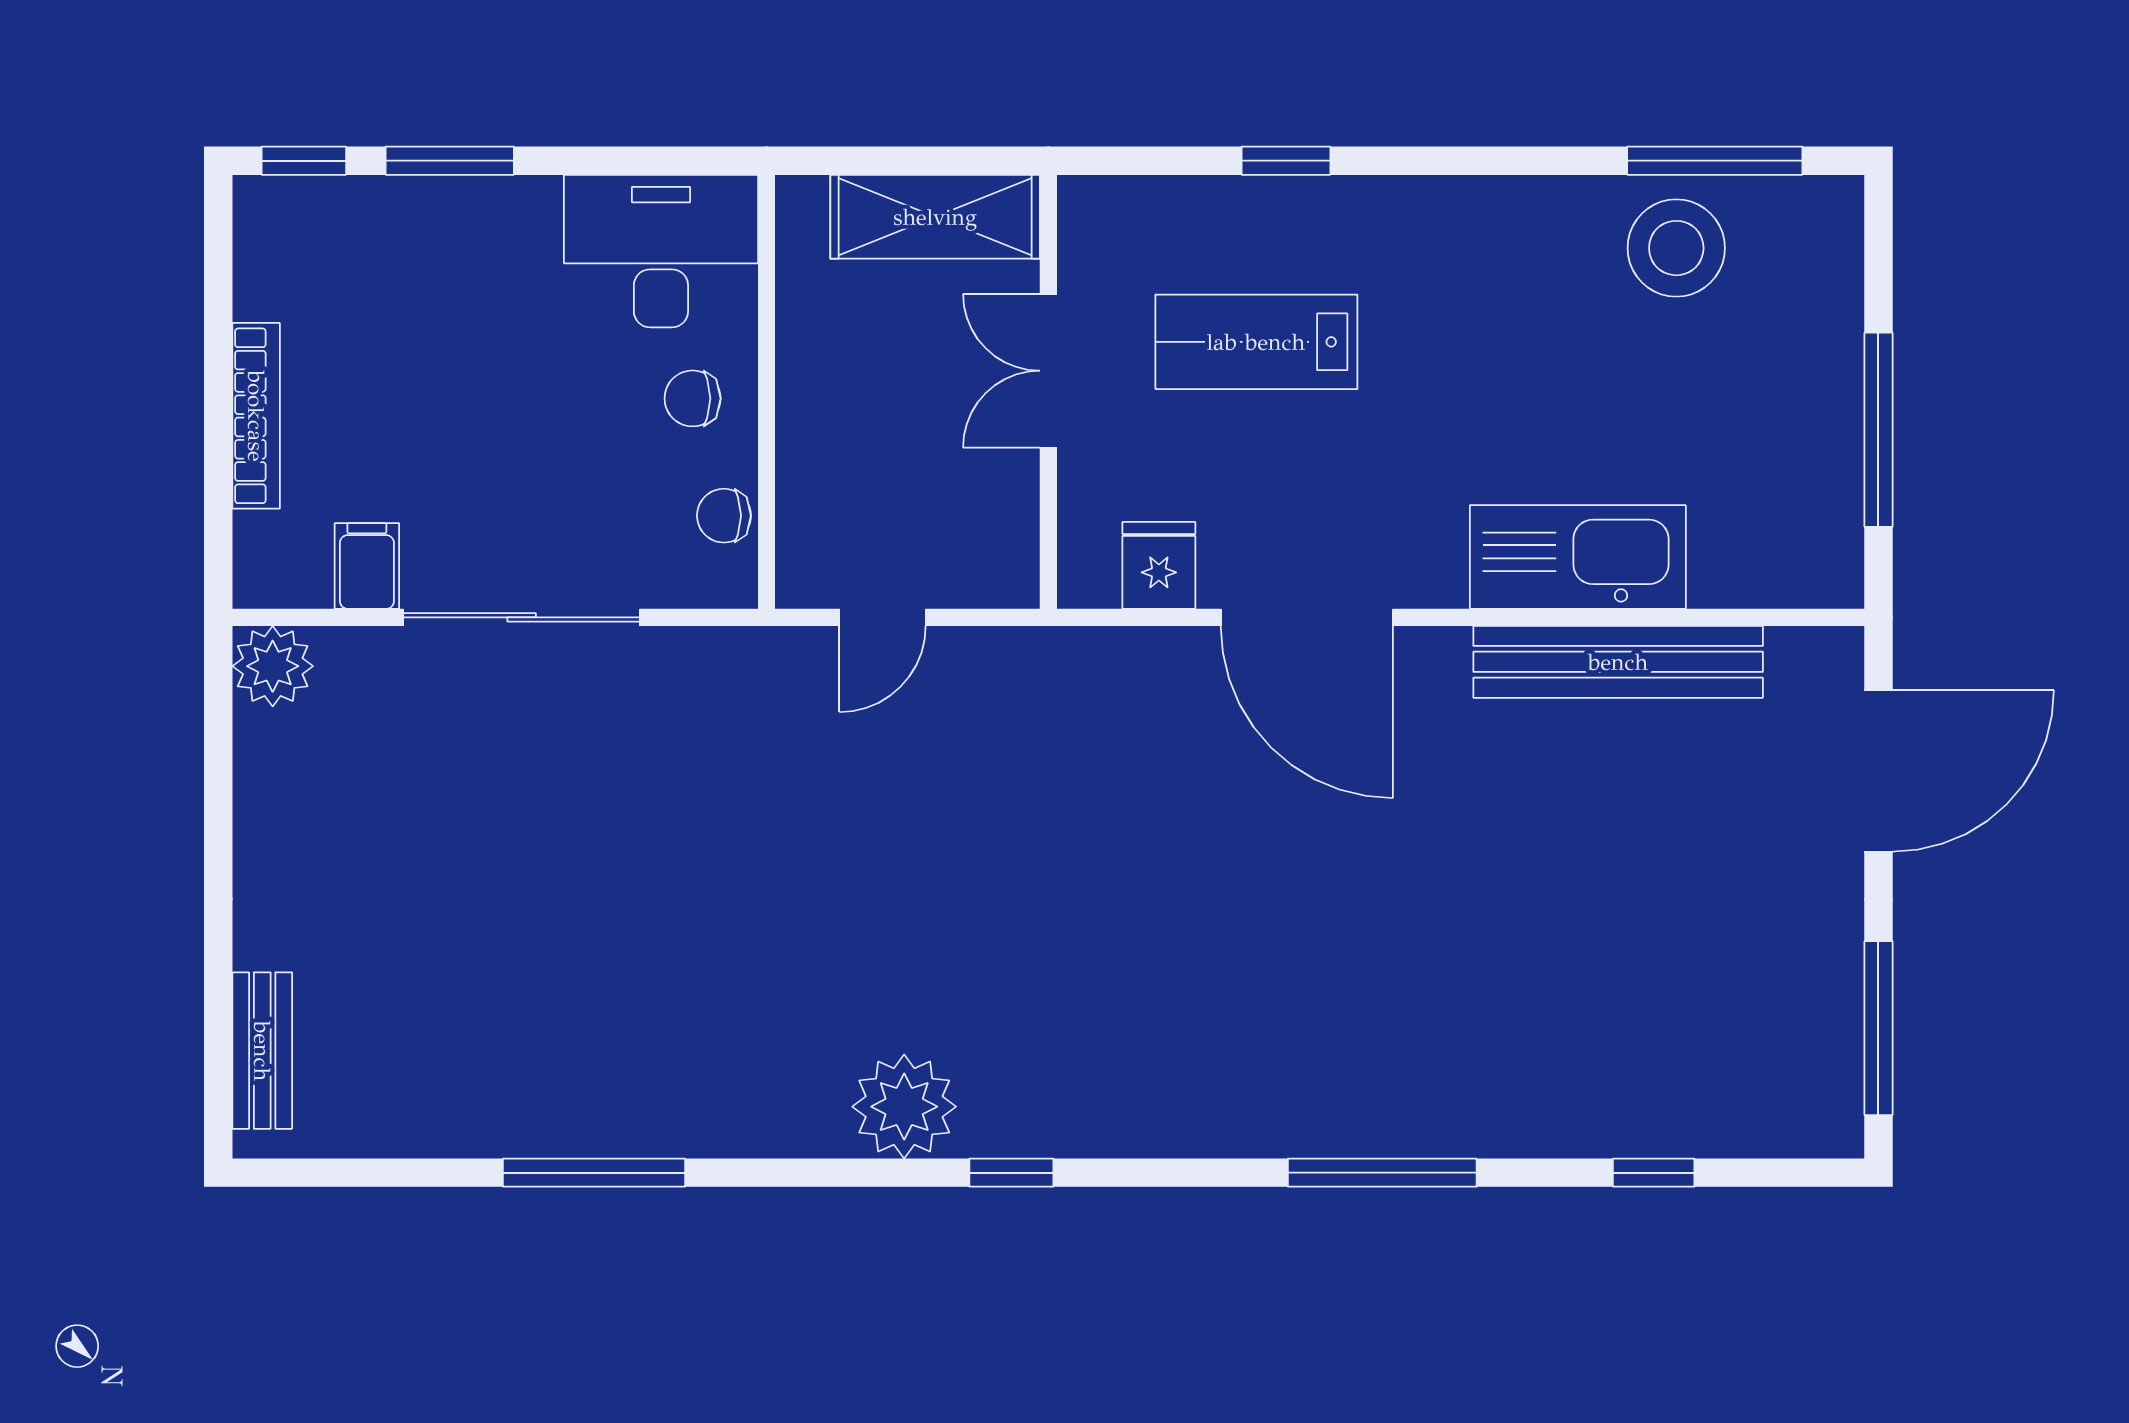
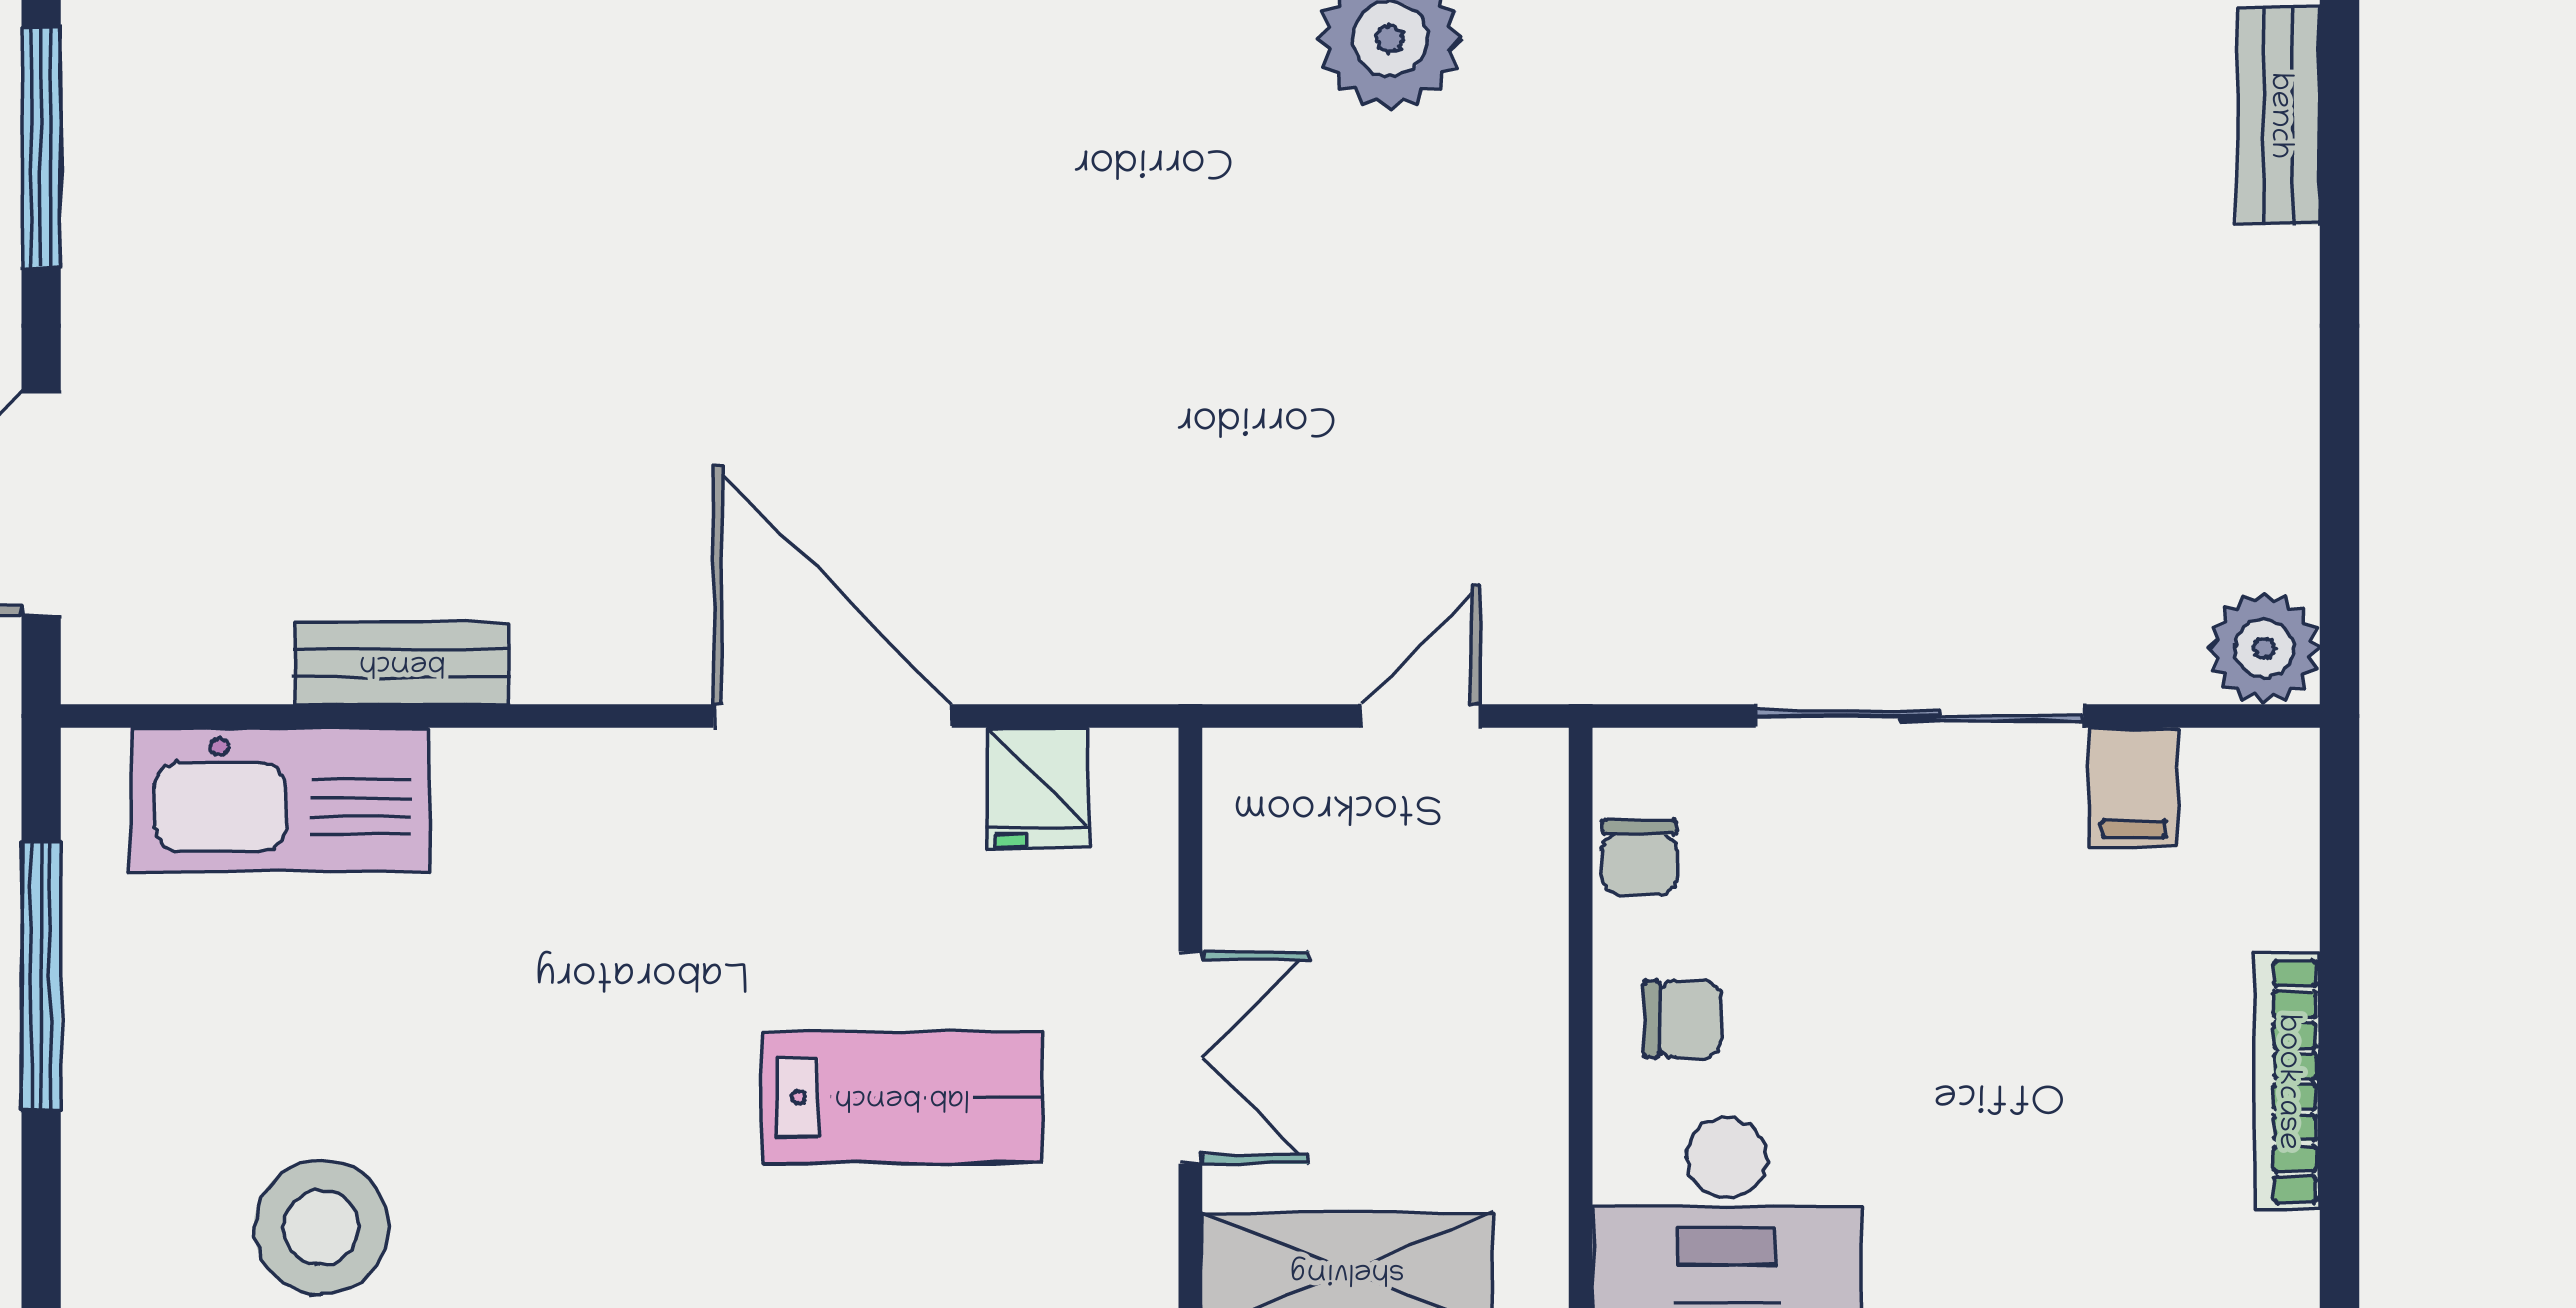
bookcase: (256, 416) -> (2287, 1082), moved
chair: (724, 516) -> (1639, 857), turned 90
kitchen sink: (1578, 557) -> (280, 799), moved
bench: (1618, 662) -> (402, 663), width x0.54, depth x0.82

